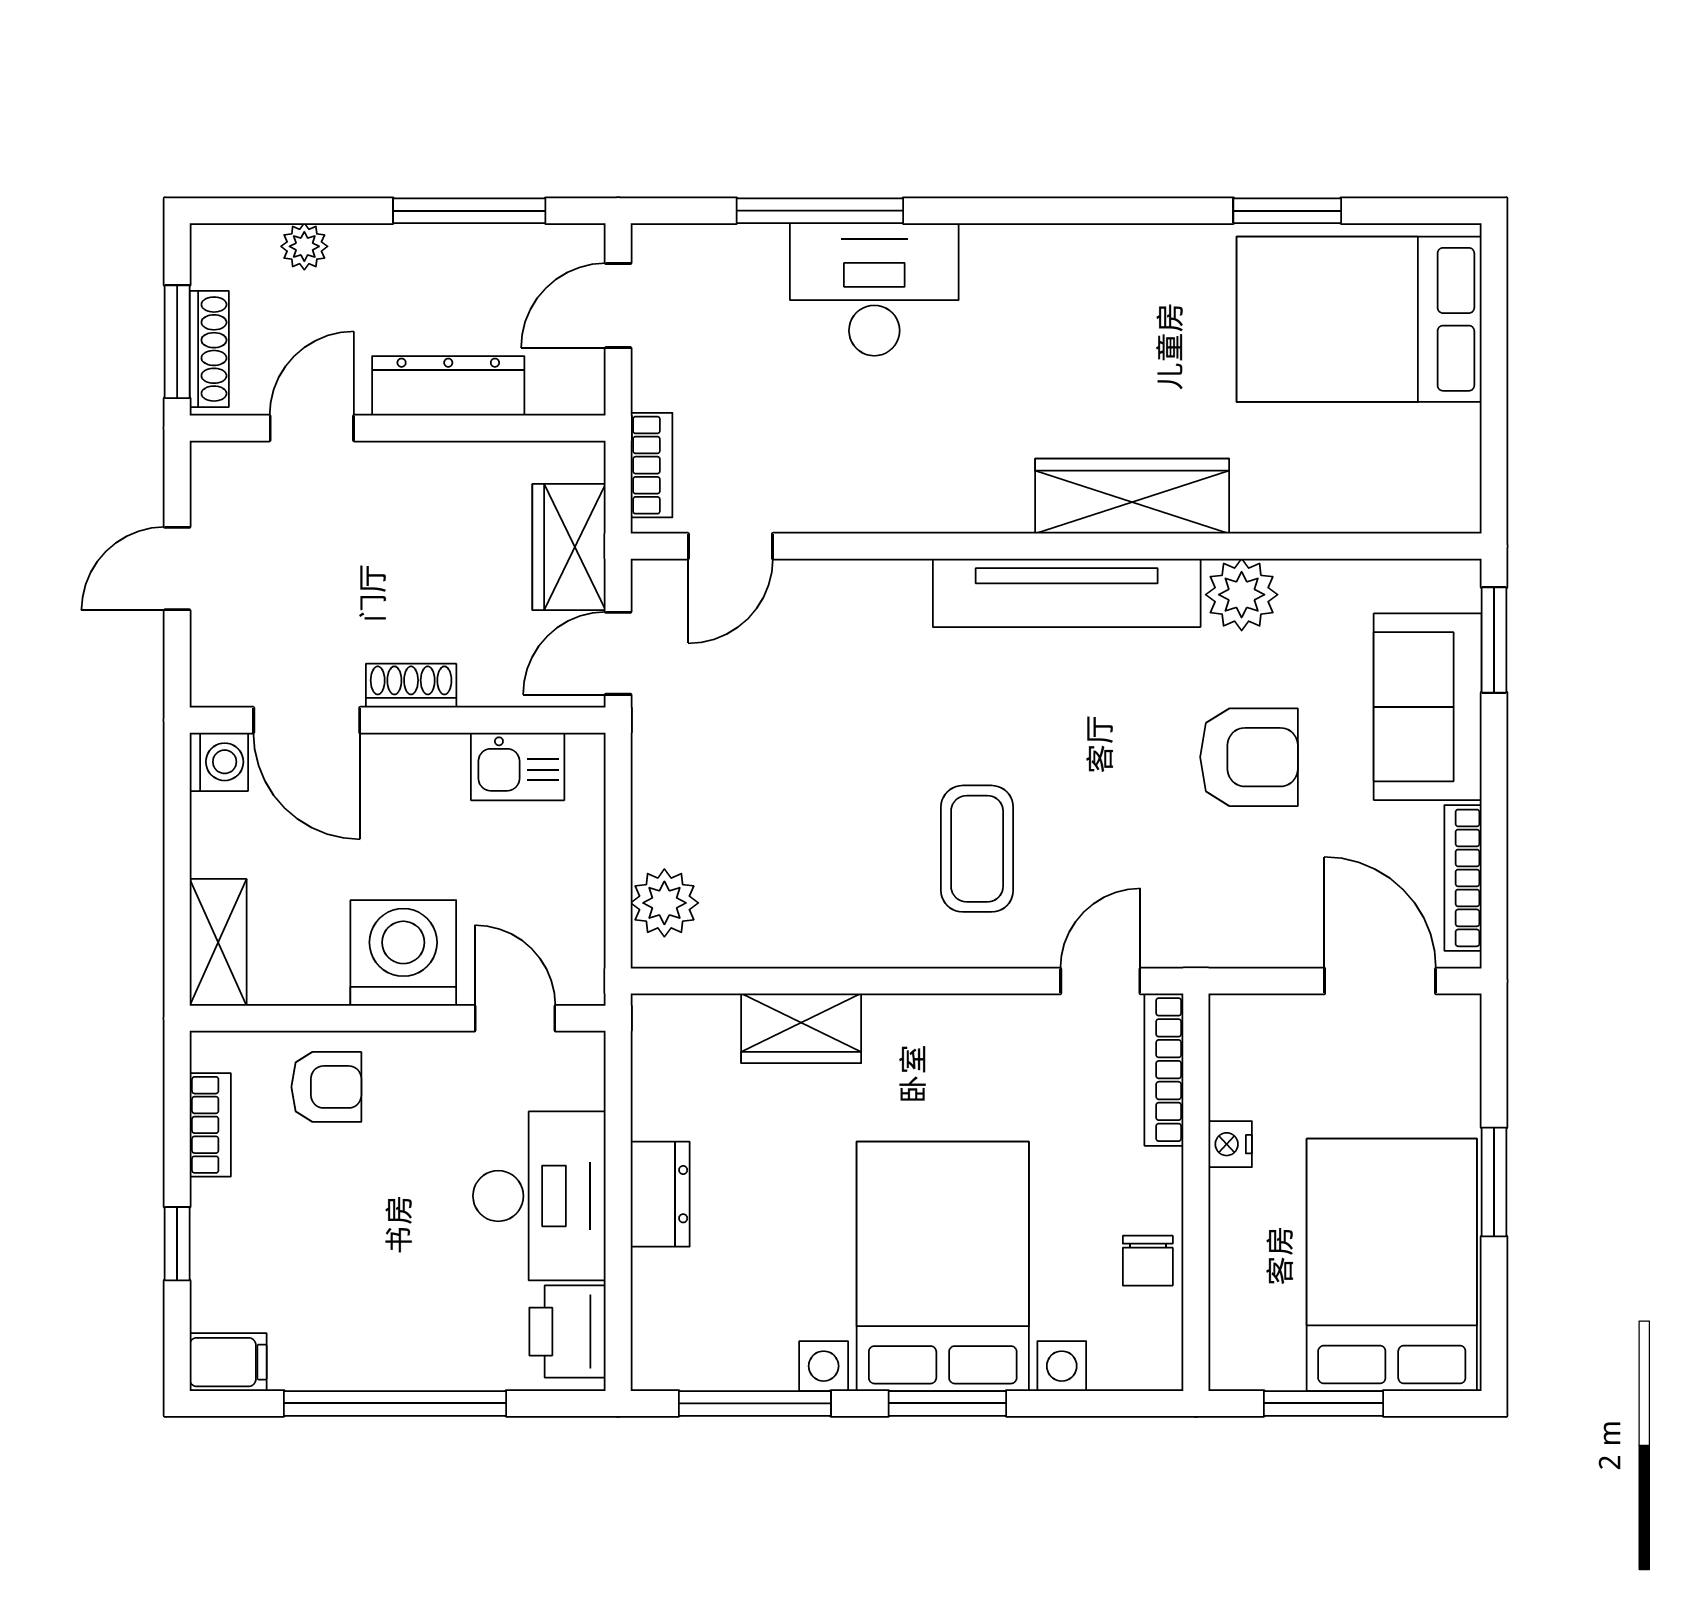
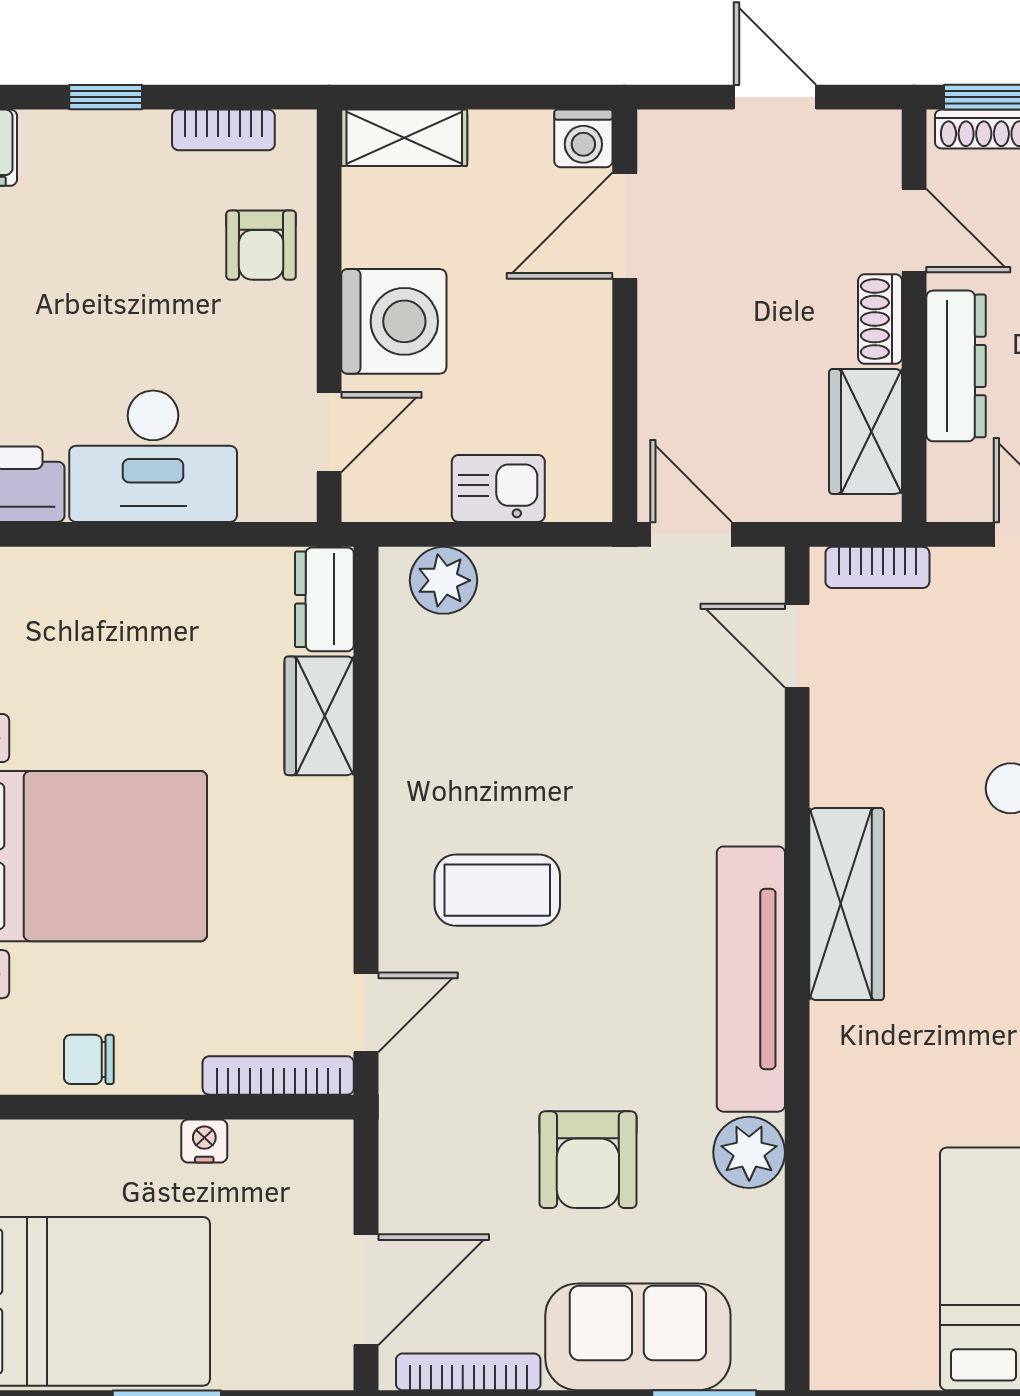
wardrobe: (1132, 496) -> (847, 904), moved
wardrobe: (569, 547) -> (866, 431), moved, turned -90
shoe rack: (411, 686) -> (880, 319), moved, turned 180
kitchen sink: (518, 766) -> (498, 488), moved, turned 90
door: (1100, 981) -> (366, 1012), hinge flipped
dresser: (660, 1194) -> (324, 599), moved, turned 90

